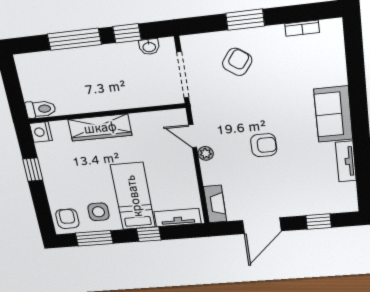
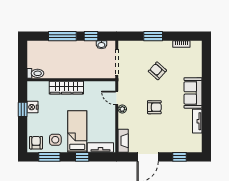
armchair: (237, 62) -> (157, 71), moved, turned -84
nightstand: (41, 132) -> (32, 107), moved

